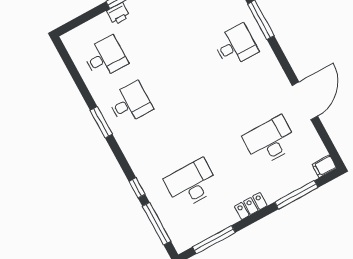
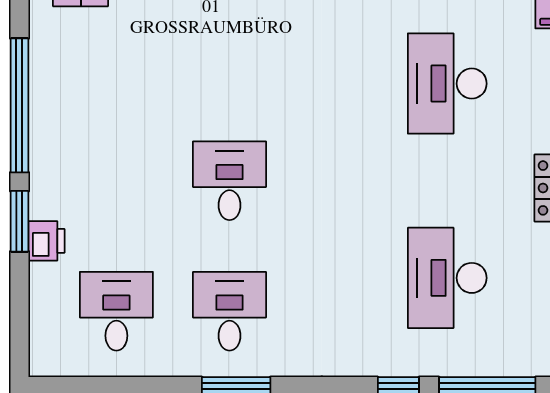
desk: (236, 46) -> (230, 181), moved

